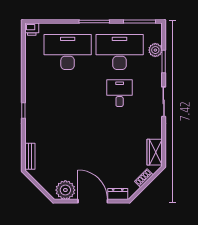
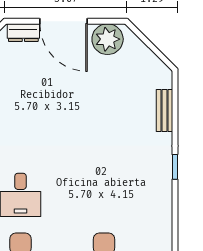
bench: (30, 156) -> (164, 111), moved

